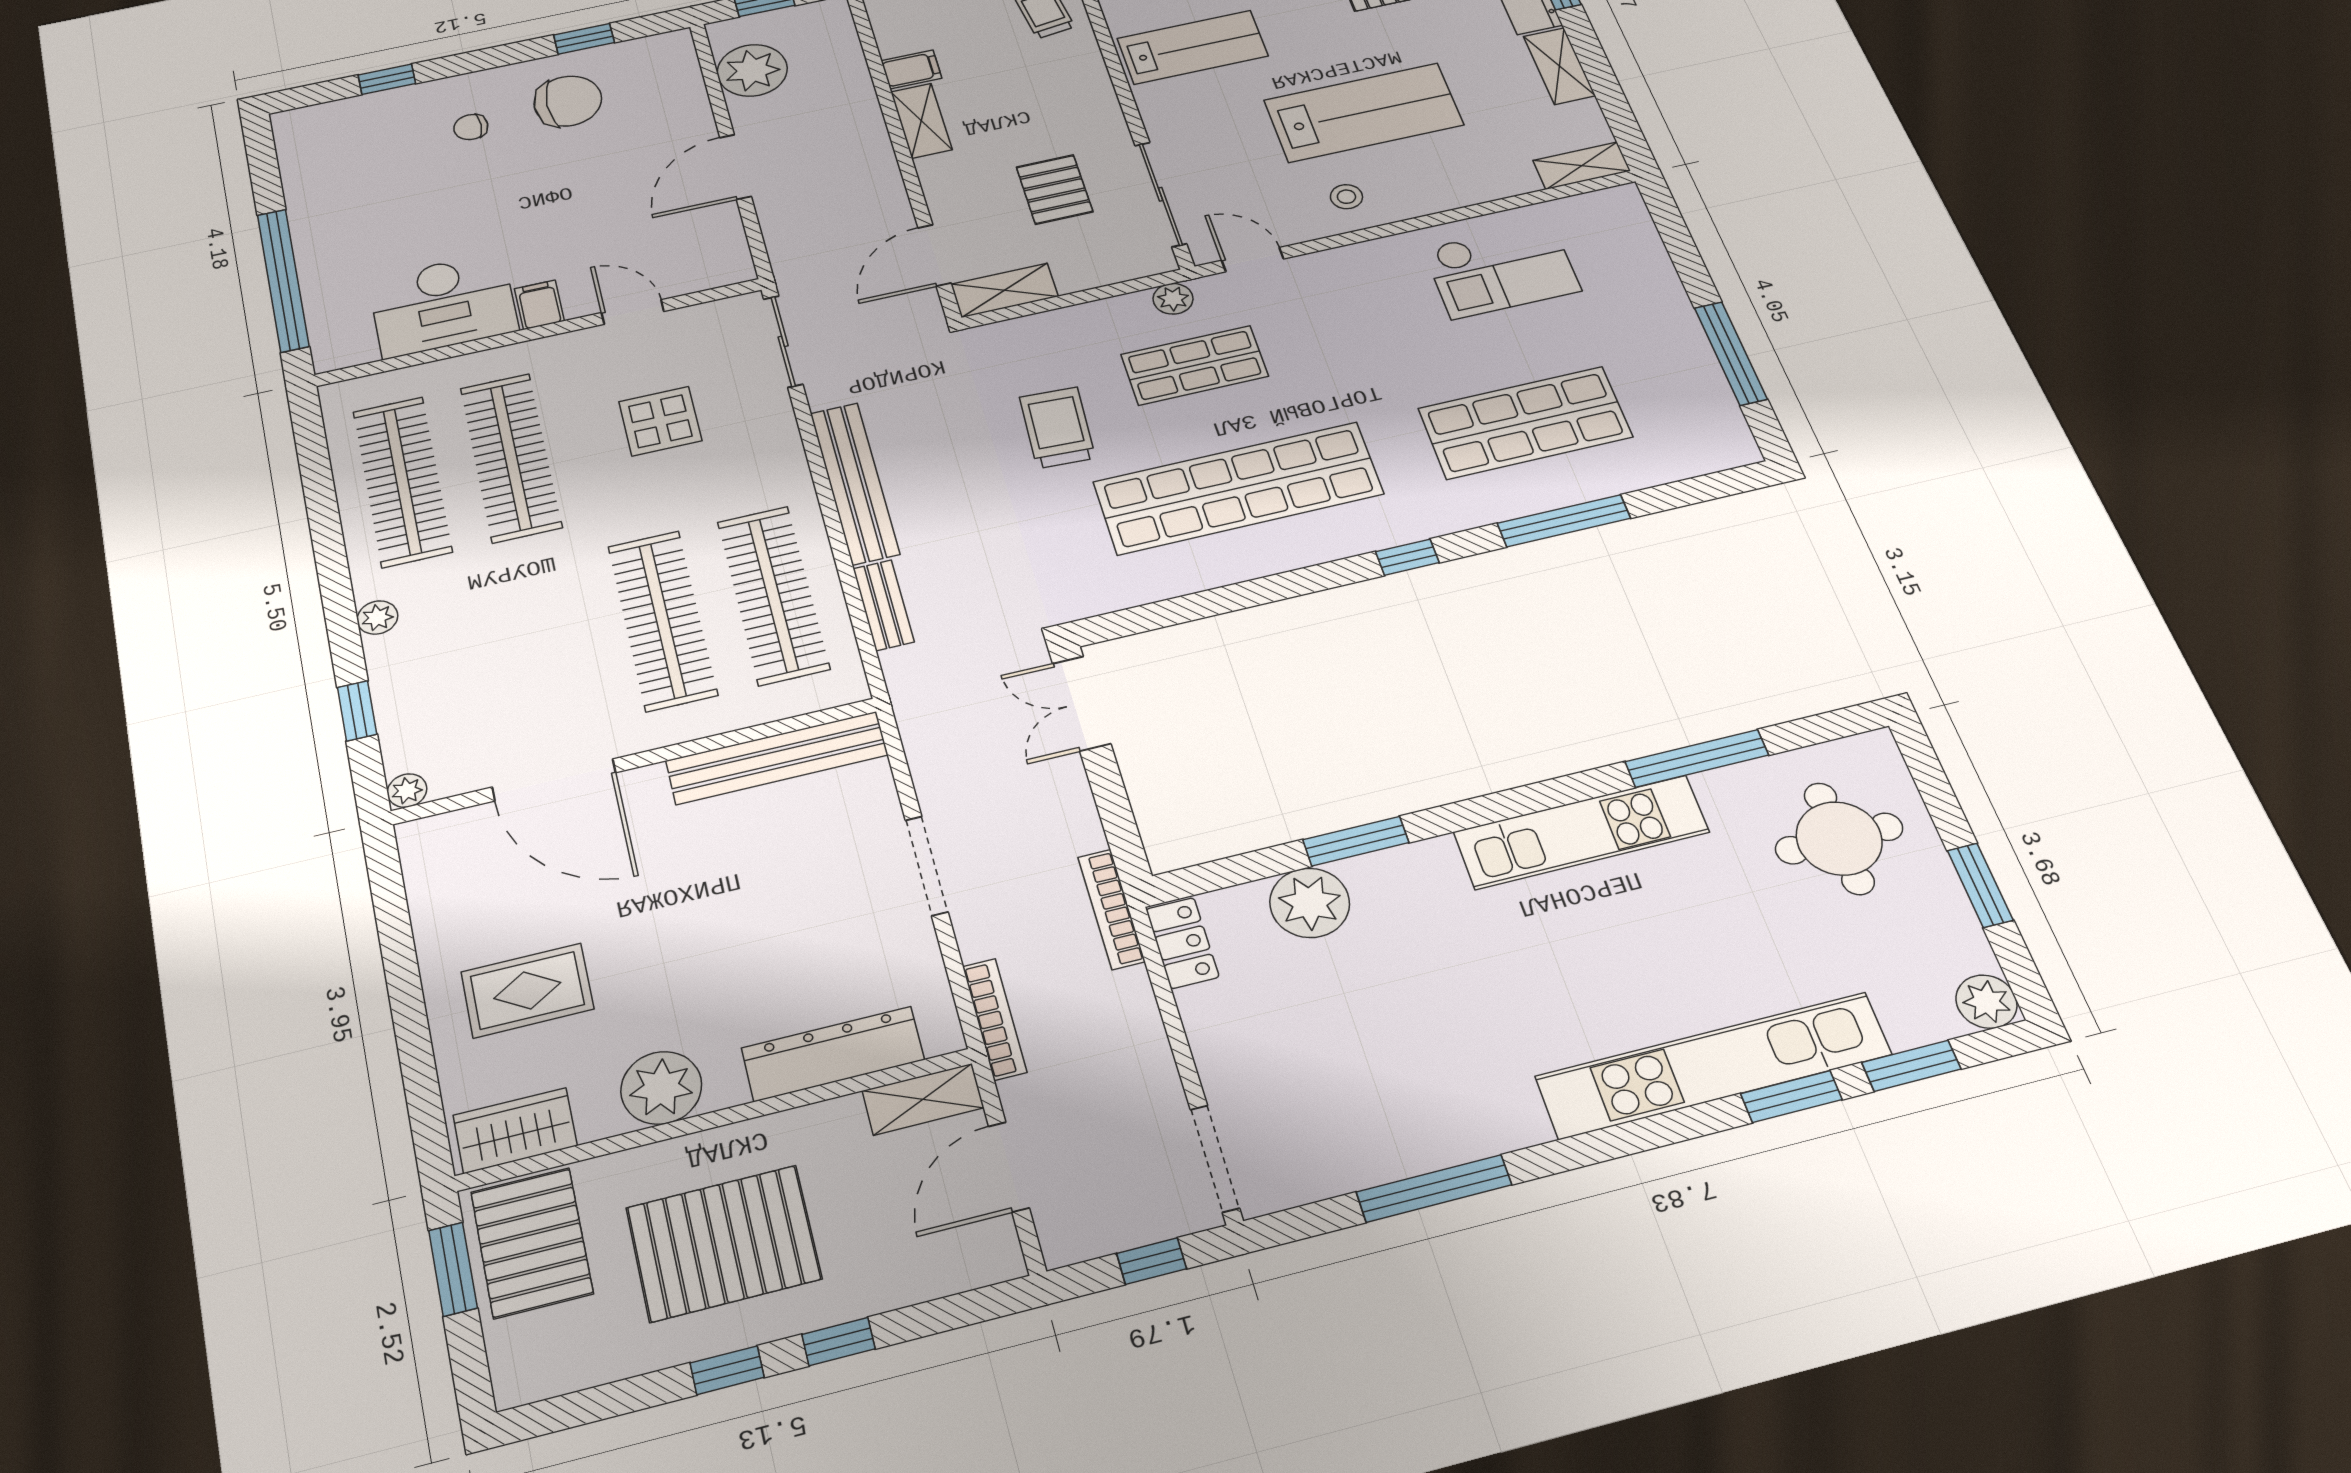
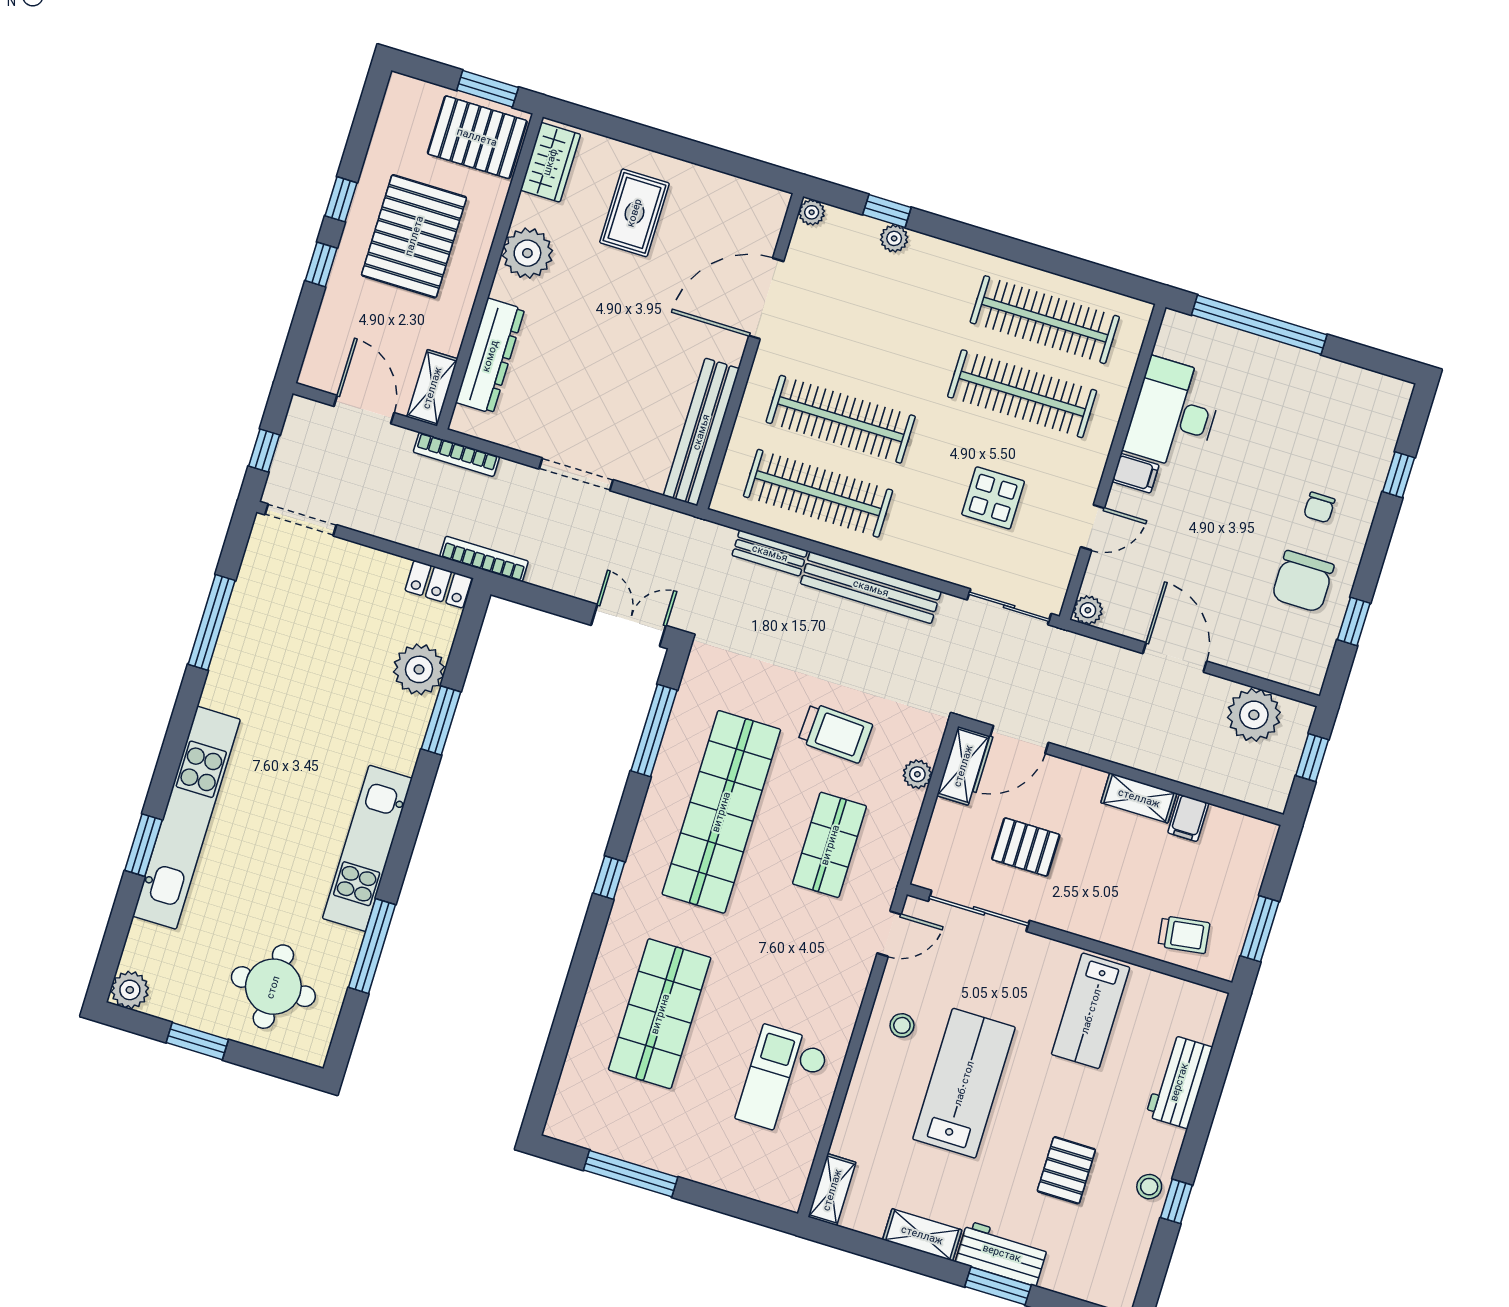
lab bench: (1364, 112) -> (964, 1083), turned 180
chair: (471, 127) -> (1319, 507), turned 180
door: (934, 255) -> (1019, 740), swing flipped
plant: (735, 269) -> (1088, 610), added
plant: (1173, 299) -> (917, 774), moved
window: (1564, 521) -> (654, 731), moved
plant: (377, 618) -> (894, 238), moved
window: (1911, 1066) -> (120, 921), removed

